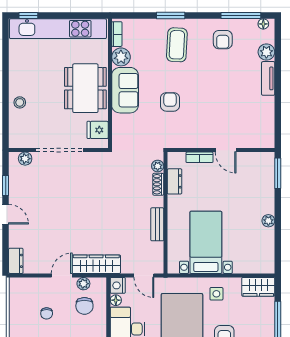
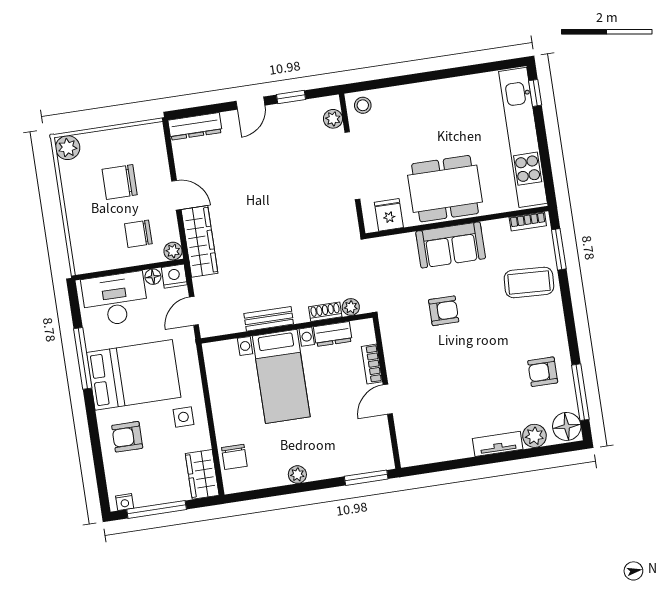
window: (171, 16) -> (559, 249), moved
floor lamp: (263, 24) -> (567, 426), width x1.89, depth x1.89
coffee table: (177, 45) -> (529, 282), moved
plant: (121, 57) -> (497, 232), removed
stool: (20, 102) -> (363, 105), moved
bed with nightstands: (206, 242) -> (281, 376), moved, turned 90
dresser: (16, 261) -> (195, 126), width x1.44
chair: (250, 263) -> (234, 457), added
plant: (83, 284) -> (173, 251), moved
chair: (47, 313) -> (120, 182), width x1.87, depth x1.87

